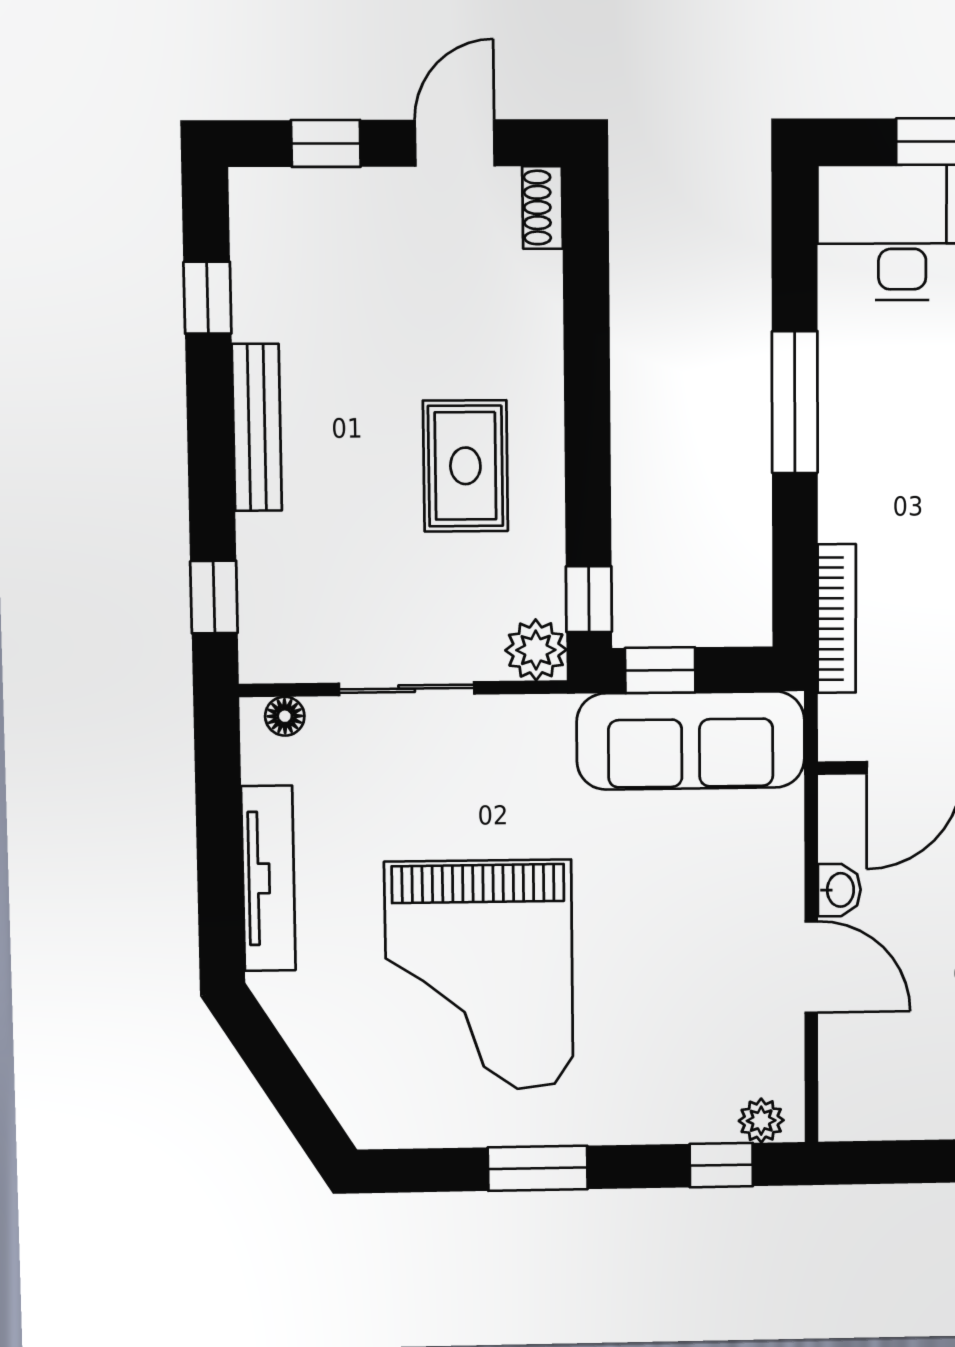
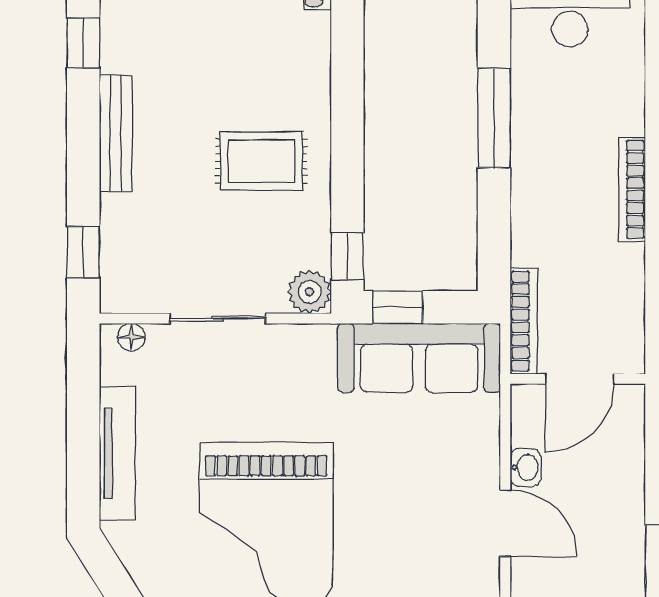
rug: (465, 466) -> (261, 161), turned 90
bookcase: (837, 619) -> (524, 321), moved

